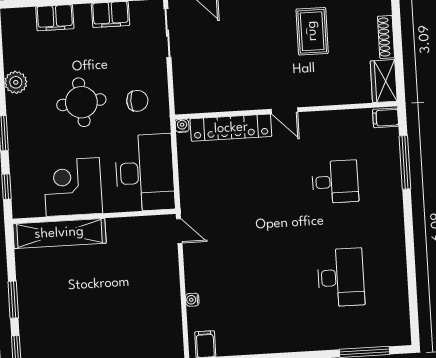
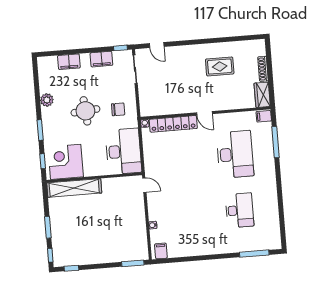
rug: (312, 31) -> (220, 66), turned 90
desk: (335, 182) -> (235, 154), width x1.87, depth x1.30
corner desk: (73, 187) -> (66, 162), moved

